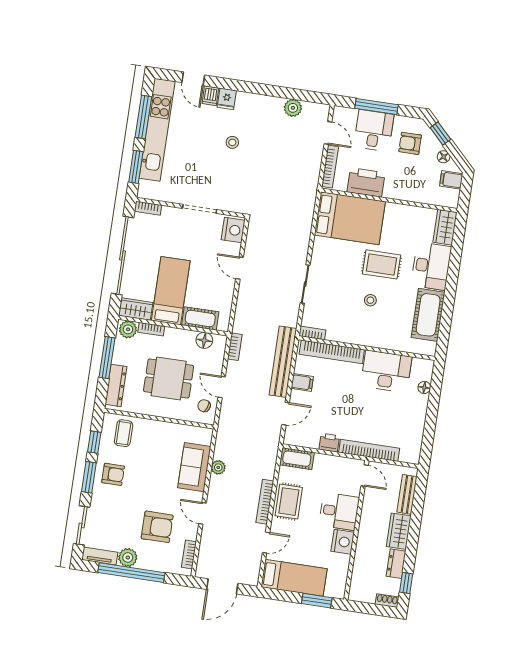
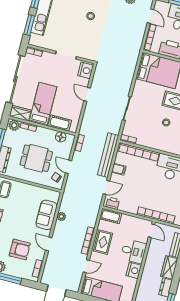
printer: (329, 443) -> (113, 203), moved

